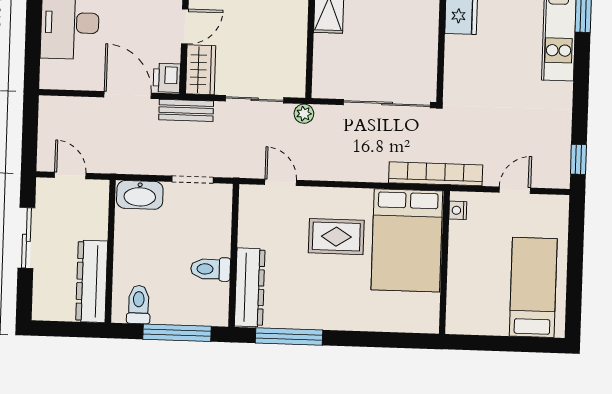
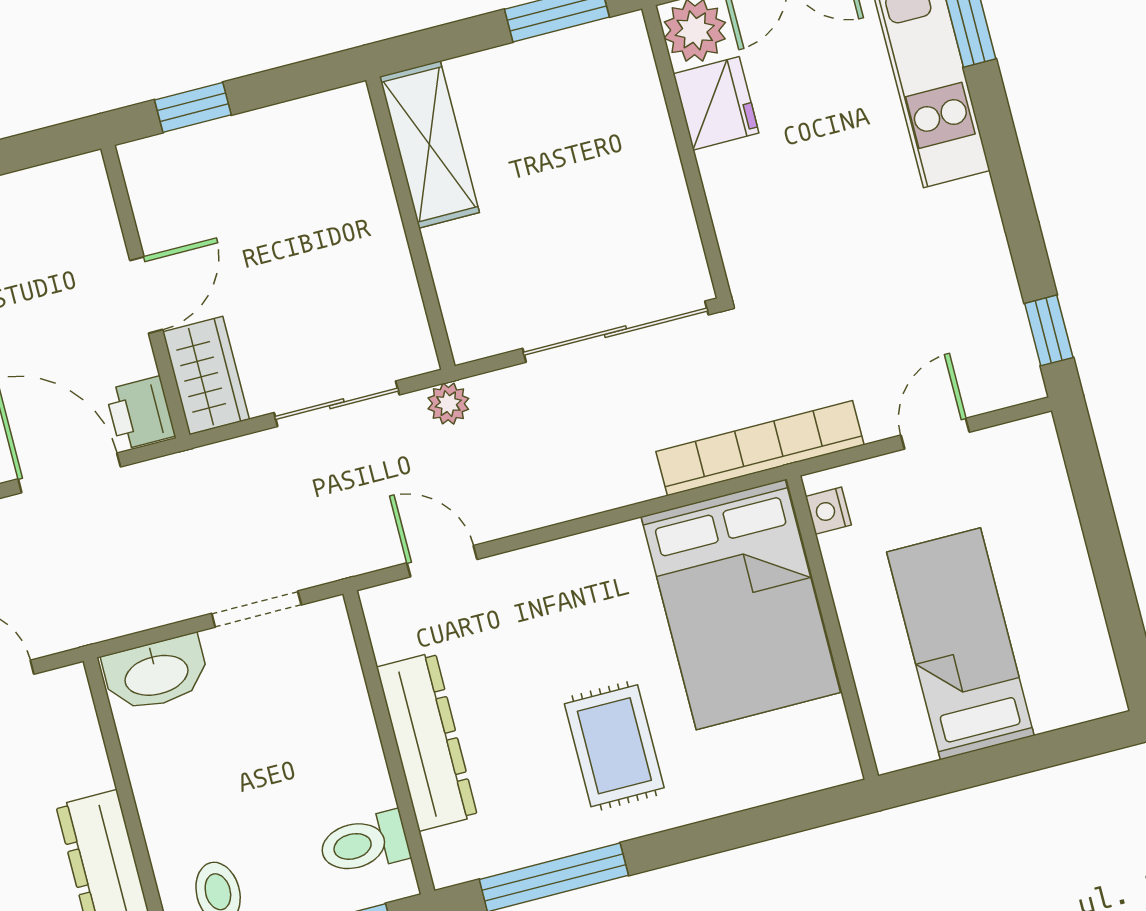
bench: (186, 110) -> (201, 469), removed
rug: (336, 237) -> (614, 746), moved, turned 90
toilet: (211, 269) -> (364, 843), moved
dresser: (250, 287) -> (427, 742), moved
bed: (533, 287) -> (960, 644), moved

